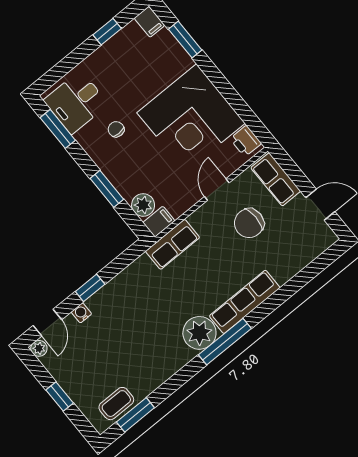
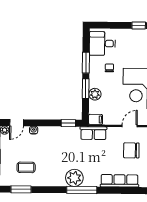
window: (58, 129) -> (86, 63), moved
plant: (143, 205) -> (95, 94), moved
window: (90, 288) -> (68, 123), moved
row of seats: (245, 302) -> (119, 181), moved
coffee table: (116, 404) -> (26, 167), moved

